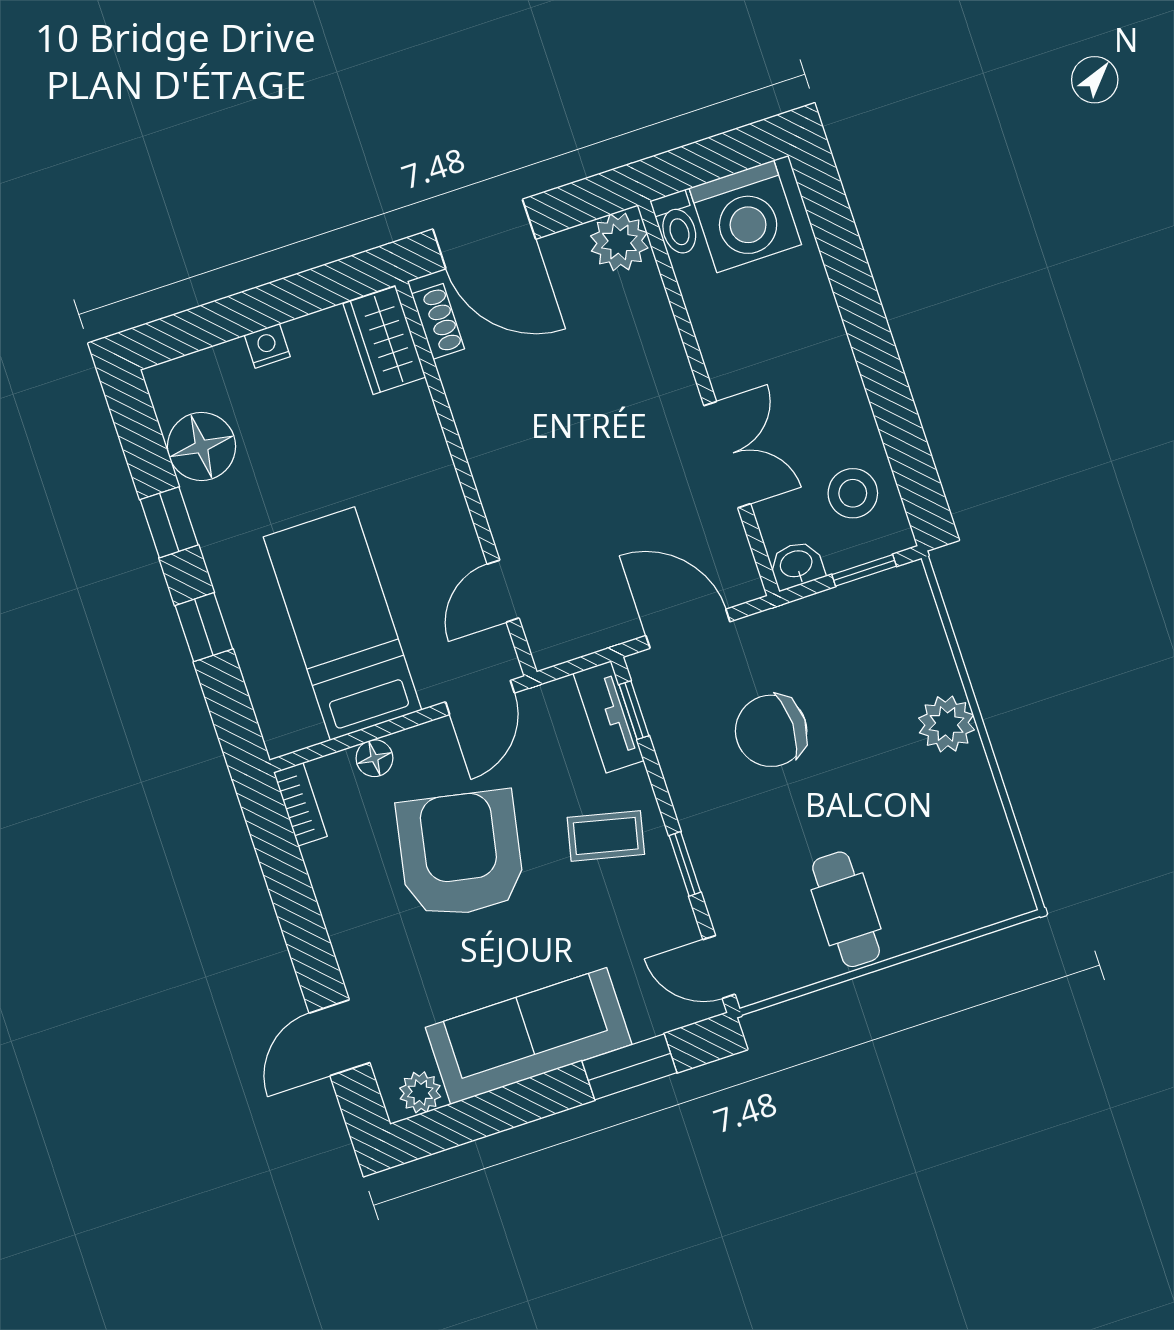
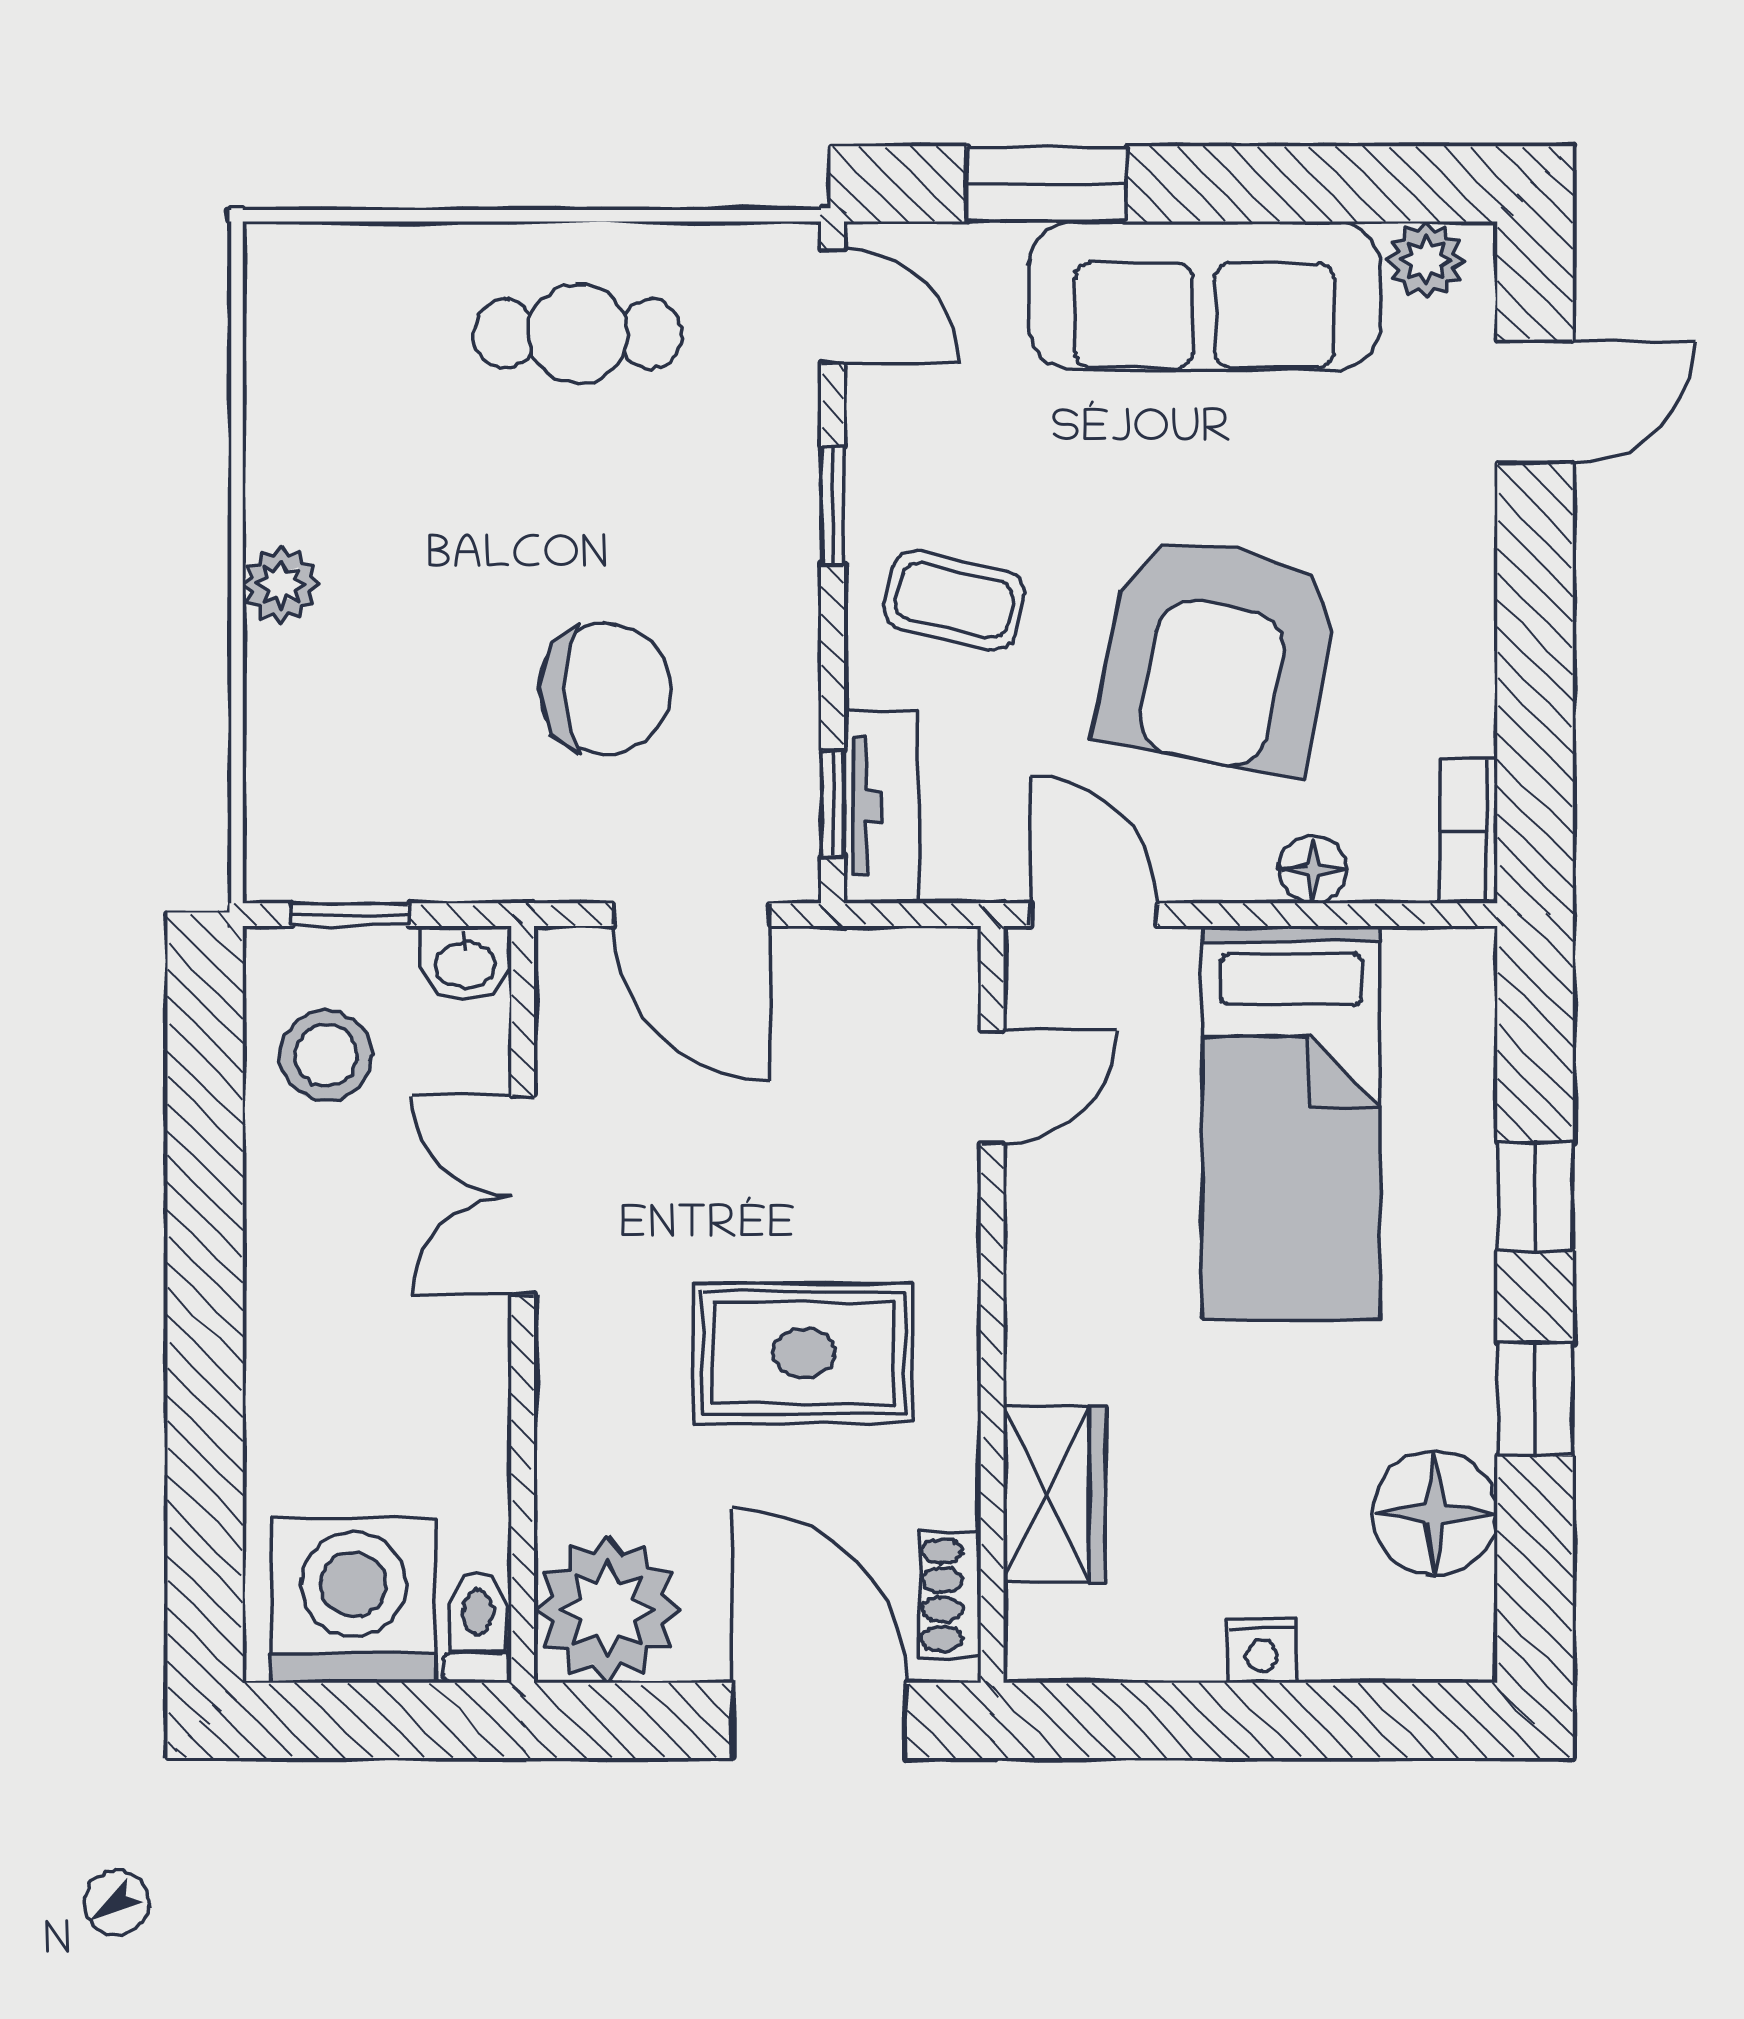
plant: (619, 242) -> (608, 1609), width x1.36, depth x1.36
wardrobe: (384, 340) -> (1055, 1494), moved
rug: (555, 421) -> (803, 1353), added
door: (480, 697) -> (1094, 915), hinge flipped
plant: (947, 724) -> (281, 585), width x0.73, depth x0.73
cafe table: (846, 909) -> (578, 334), turned 90

